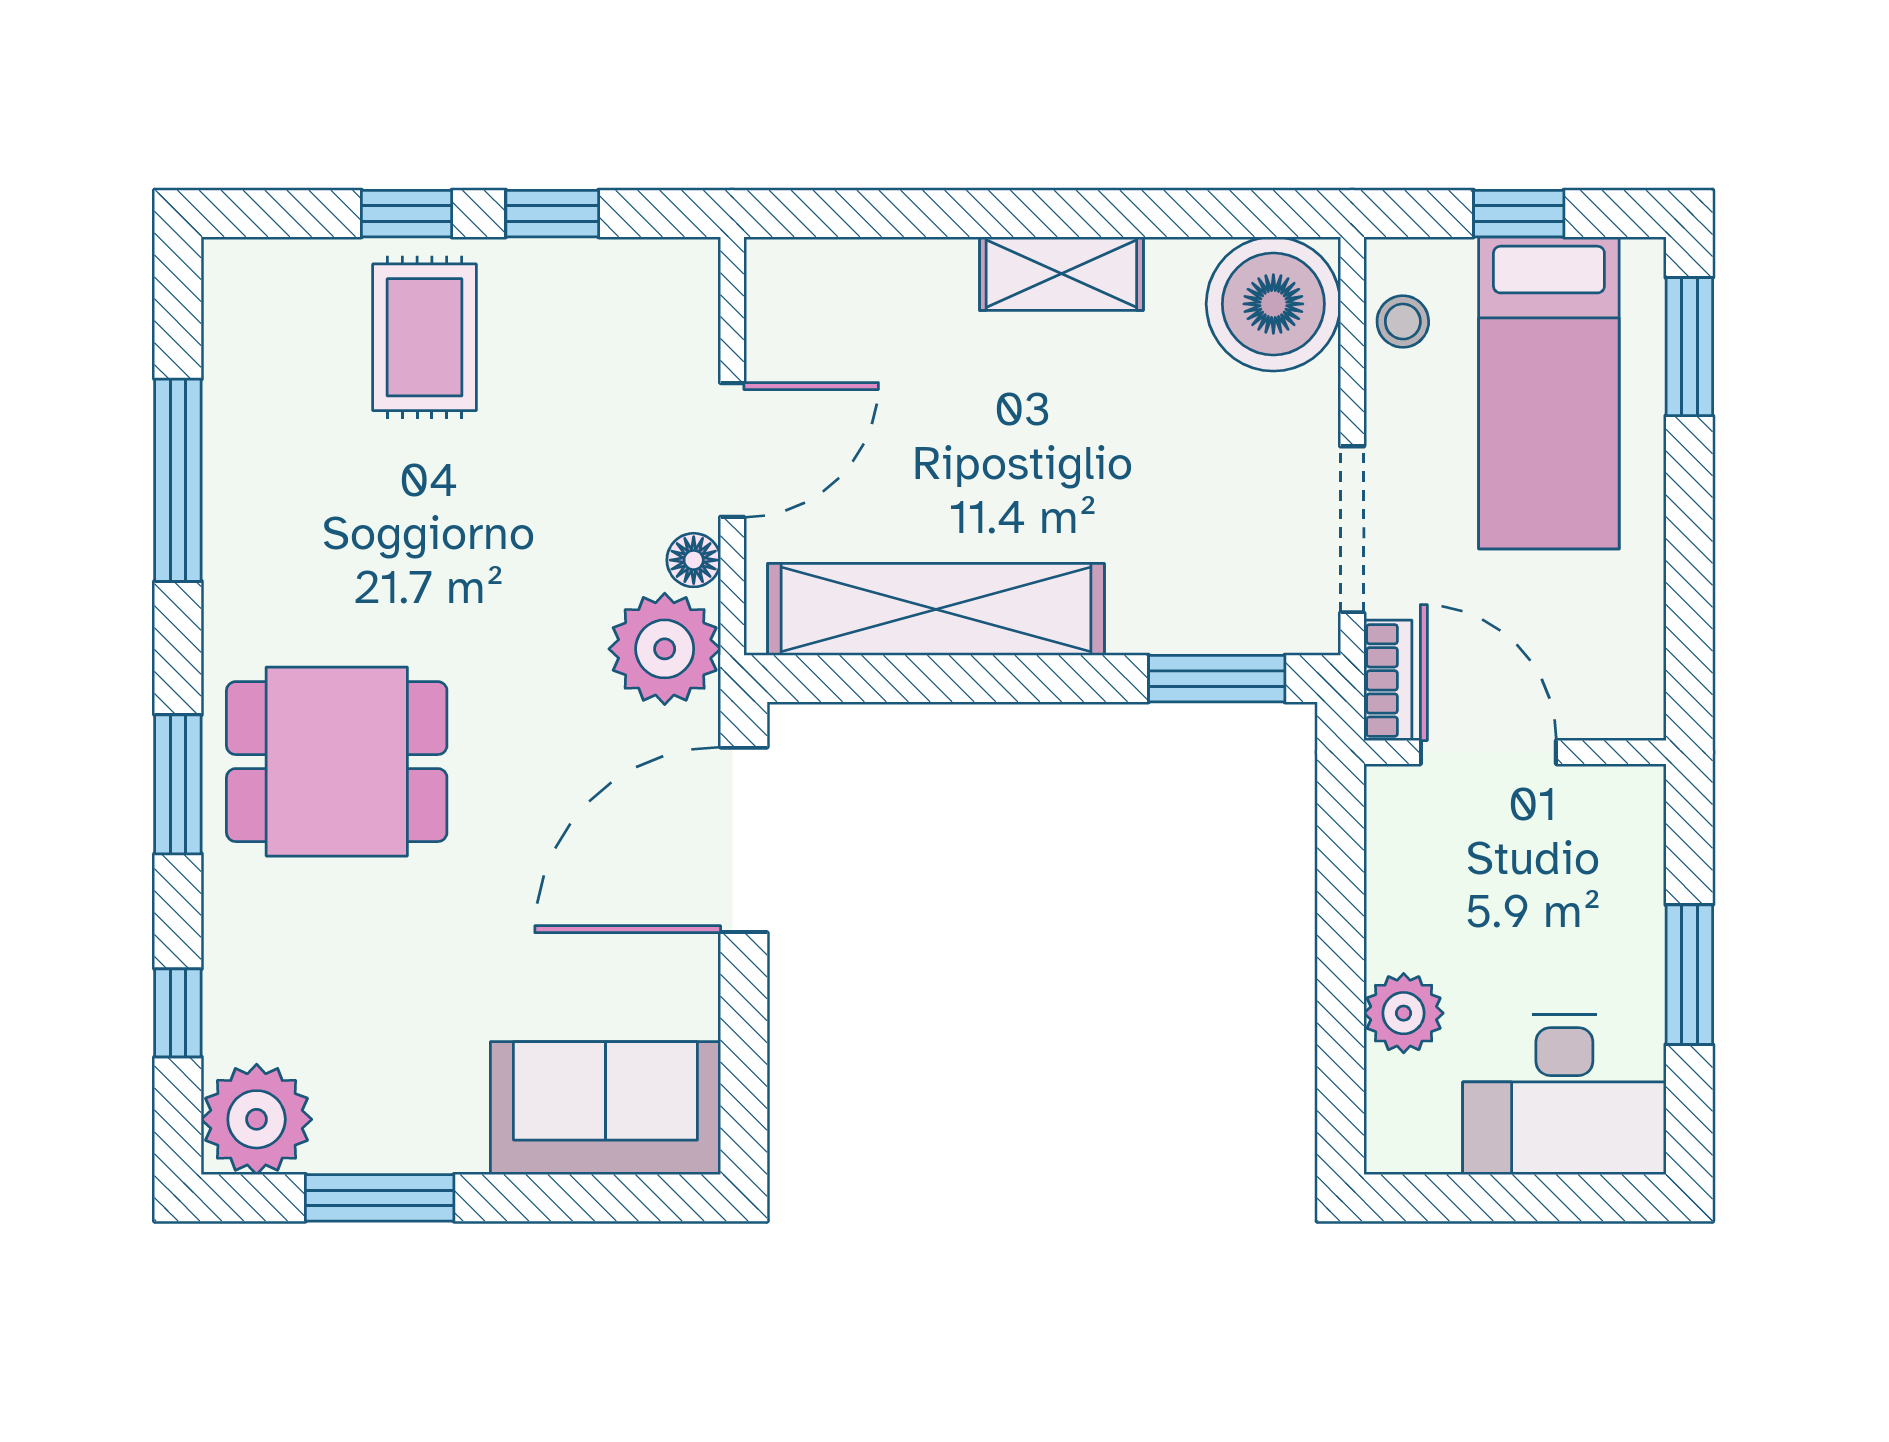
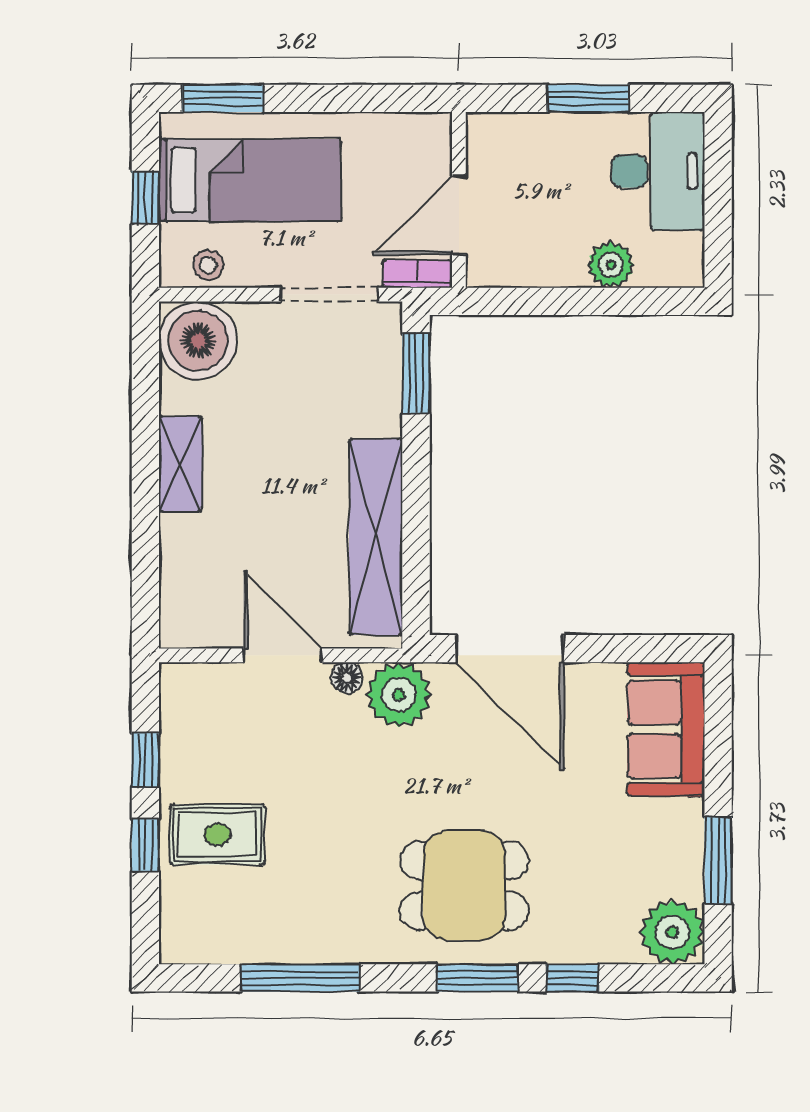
dining table: (337, 762) -> (464, 885), turned 90
window: (178, 1013) -> (572, 978), moved

